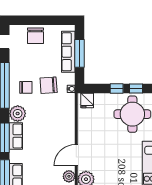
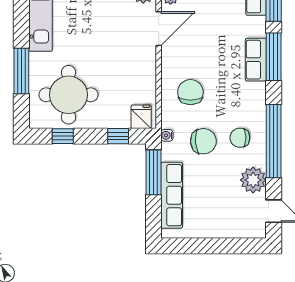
chair: (36, 36) -> (190, 92), moved
window: (80, 53) -> (153, 172), moved
window: (117, 88) -> (118, 136), moved
plant: (18, 114) -> (253, 180), moved

